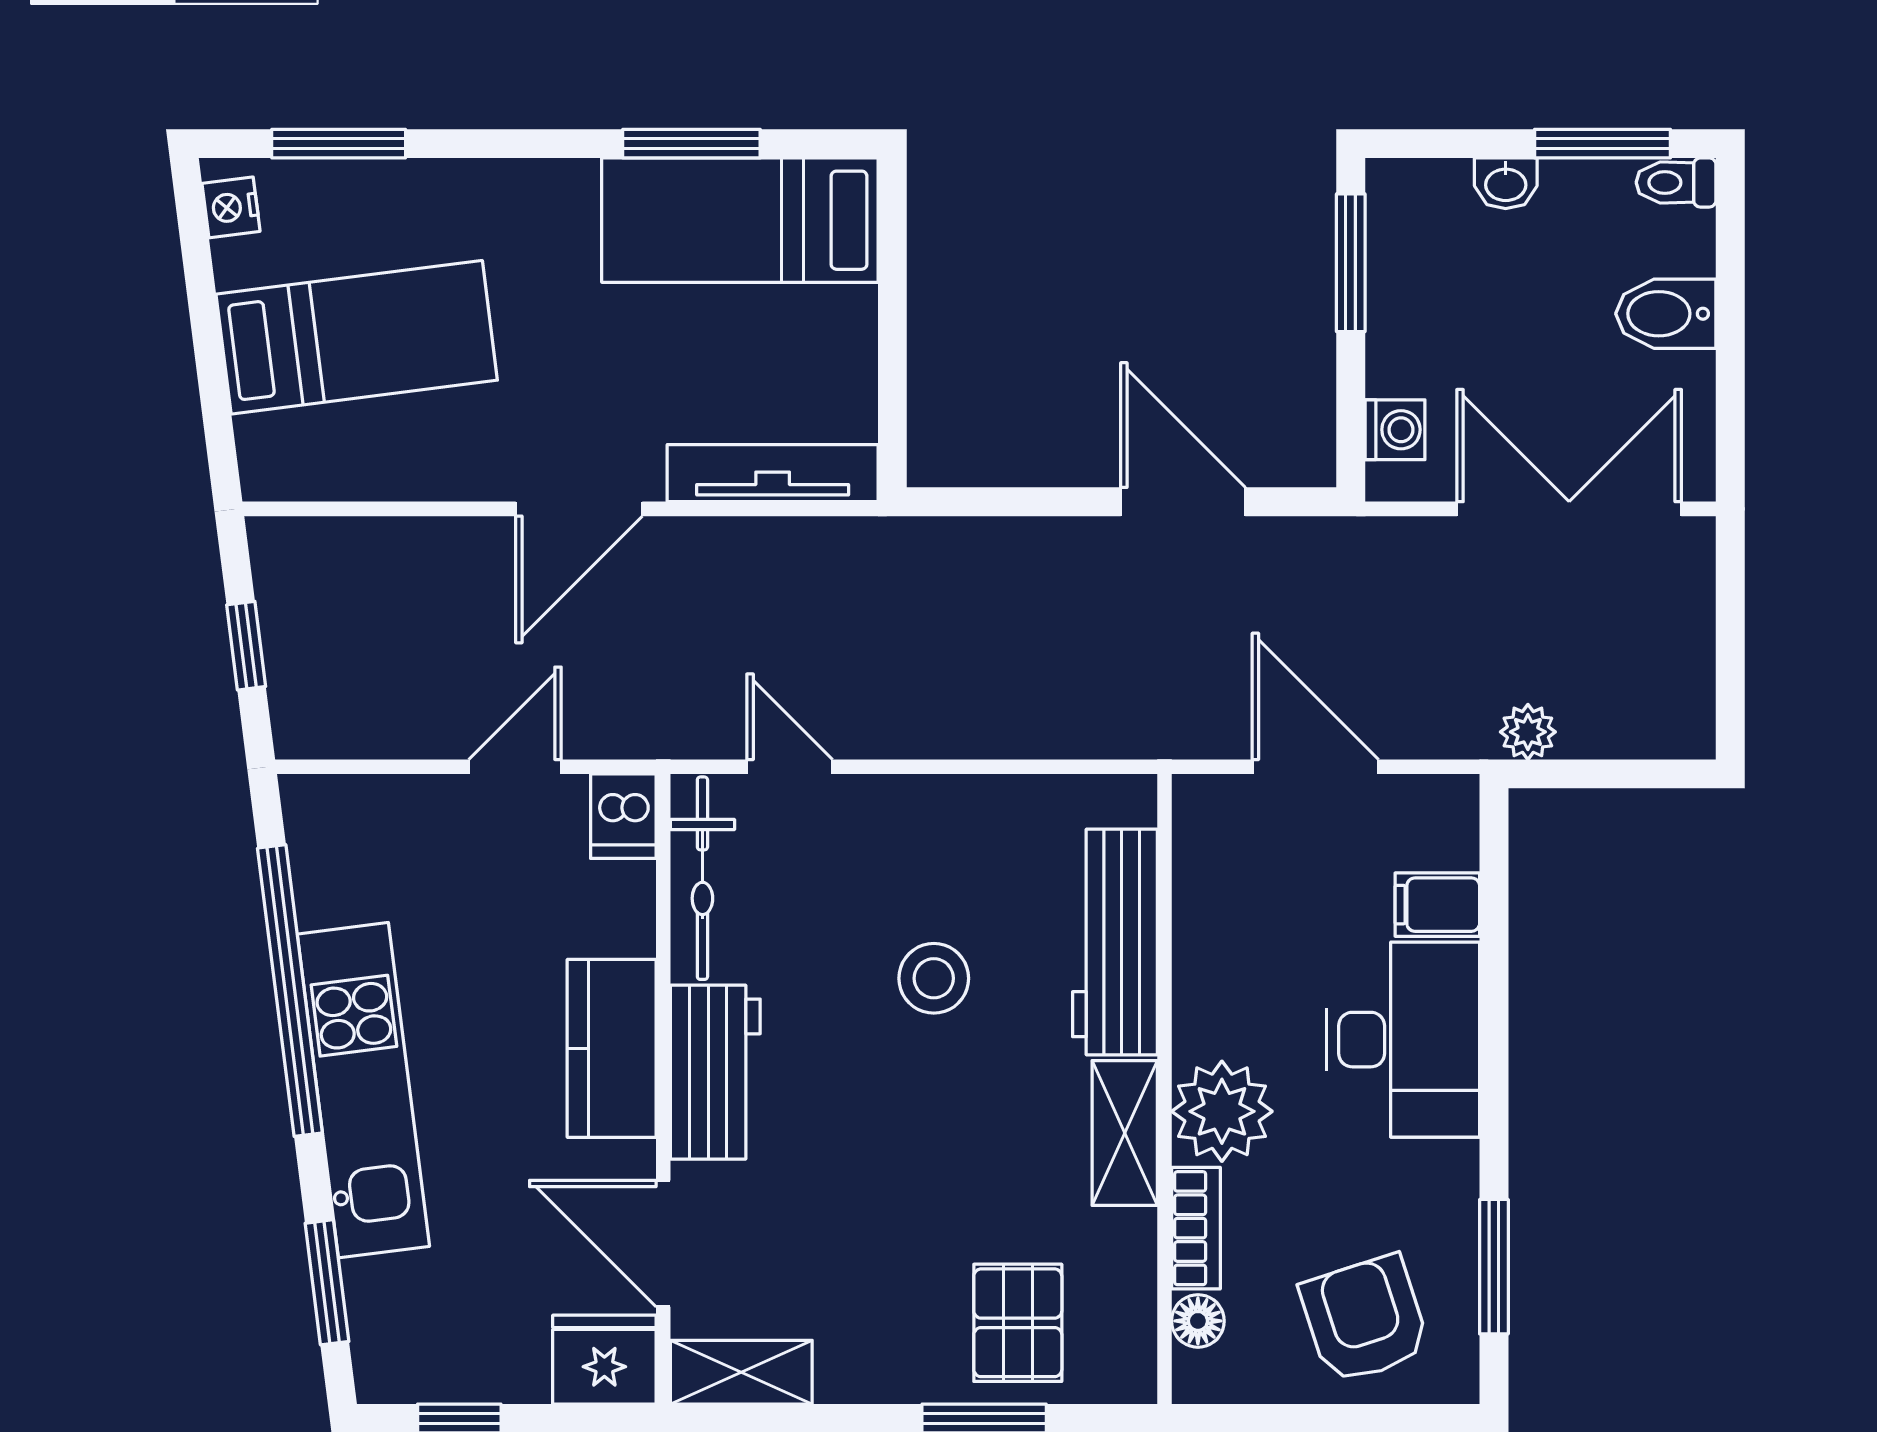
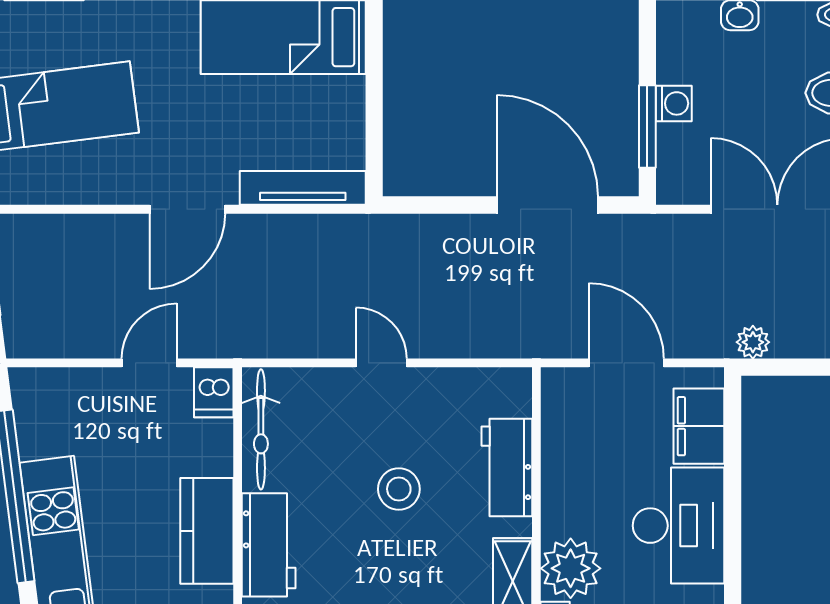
window: (1351, 263) -> (647, 126), moved
washing machine: (1395, 430) -> (674, 103), moved
door: (1183, 502) -> (547, 205), width x1.36
door: (790, 767) -> (381, 363), moved
filing cabinet: (1437, 905) -> (699, 426), width x2.00
workbench: (1115, 942) -> (507, 467), width x0.73

